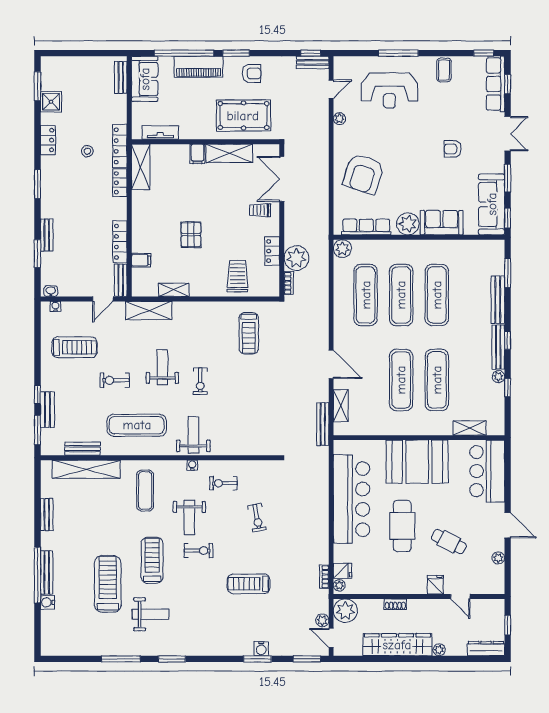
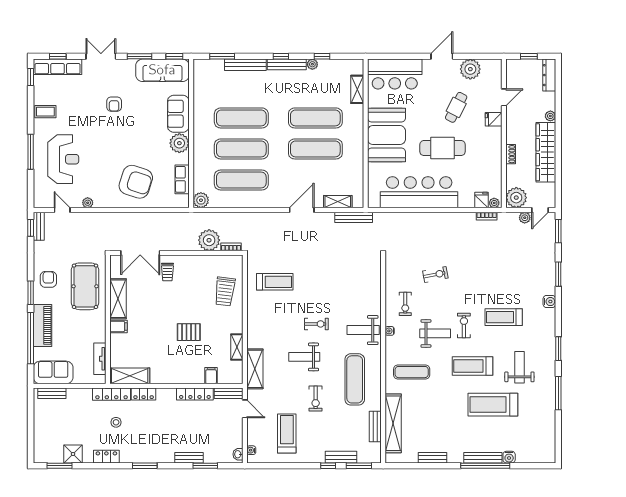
row of seats: (366, 227) -> (182, 179), width x0.68
locker: (272, 251) -> (203, 261), removed
trolley: (238, 276) -> (225, 291), turned -83
plant: (498, 558) -> (470, 69), width x1.88, depth x1.88
treadmill: (249, 584) -> (504, 317), moved, turned 90
water cooler: (261, 649) -> (549, 302), moved

